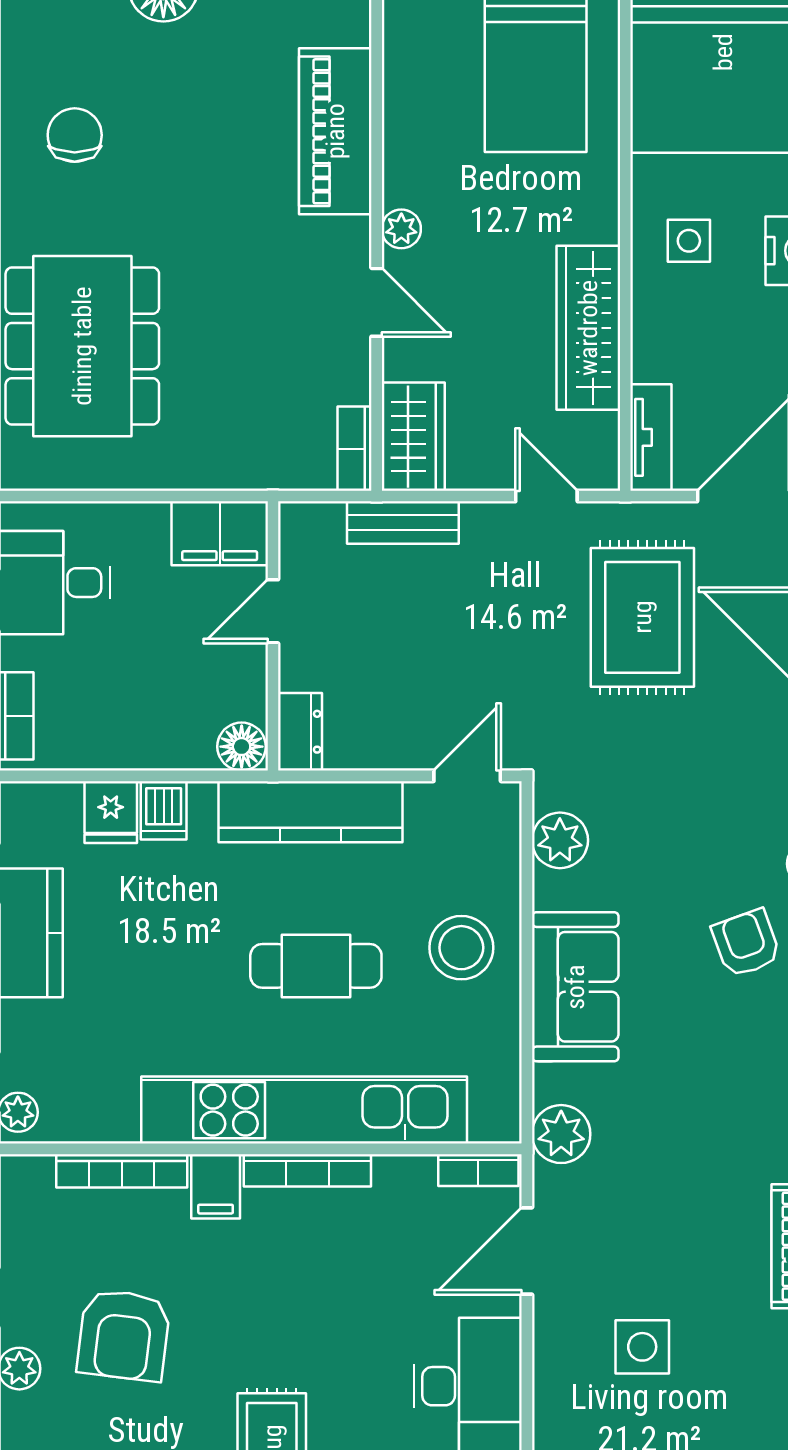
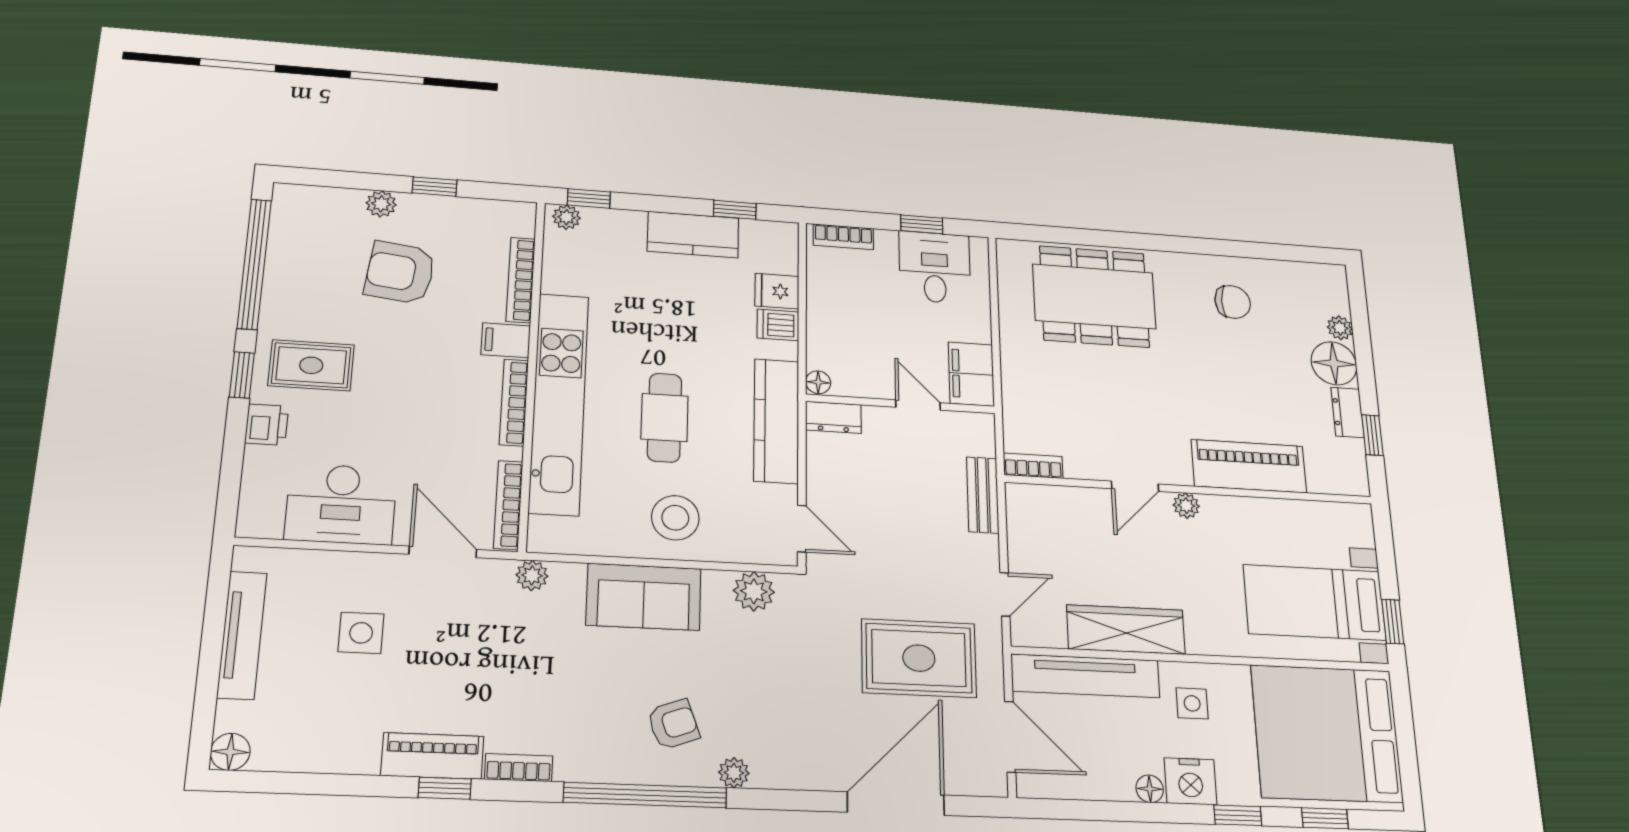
wardrobe: (413, 437) -> (1043, 505), removed
tv unit: (651, 437) -> (1085, 676), width x1.92, depth x1.29
floor lamp: (242, 747) -> (818, 382), width x0.73, depth x0.73
plant: (561, 1134) -> (532, 575), width x0.73, depth x0.73
bookcase: (478, 1170) -> (508, 505), width x1.56

